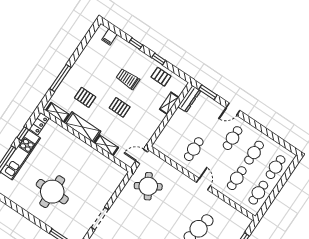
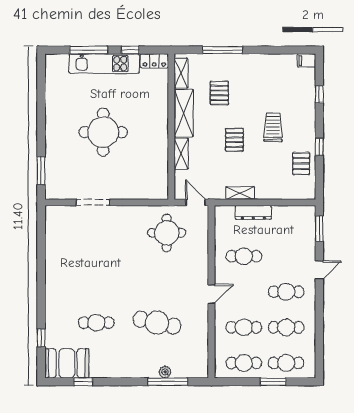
filing cabinet: (109, 37) -> (306, 61), moved
window: (136, 44) -> (319, 94), moved
dresser: (189, 99) -> (253, 212), moved
shelving: (169, 103) -> (240, 193), moved
door: (233, 109) -> (319, 270), swing flipped
window: (282, 183) -> (273, 382), added
round table: (148, 186) -> (167, 233), turned 31
round table: (52, 192) -> (103, 132), moved

